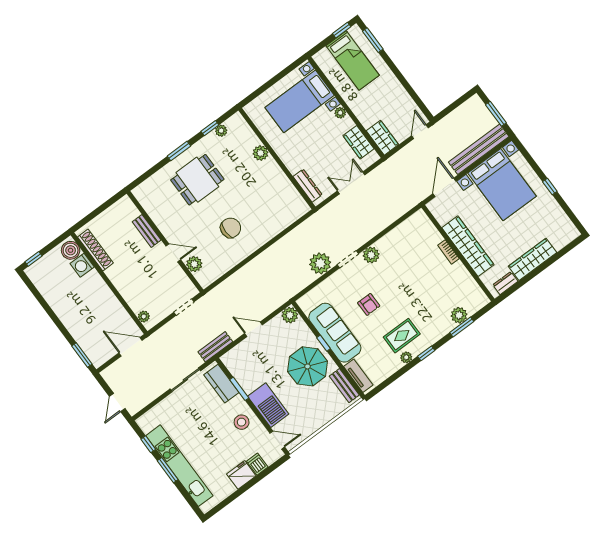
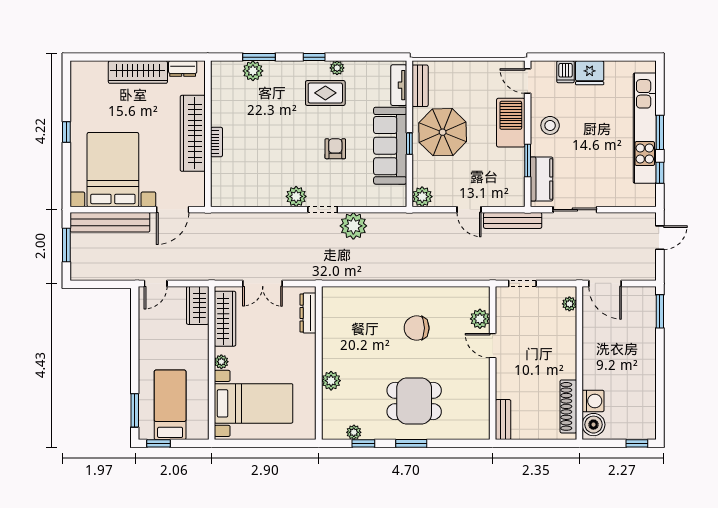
wardrobe: (358, 142) -> (225, 319), width x1.50
bench: (147, 231) -> (503, 420), moved
bench: (215, 347) -> (513, 220), width x1.36

